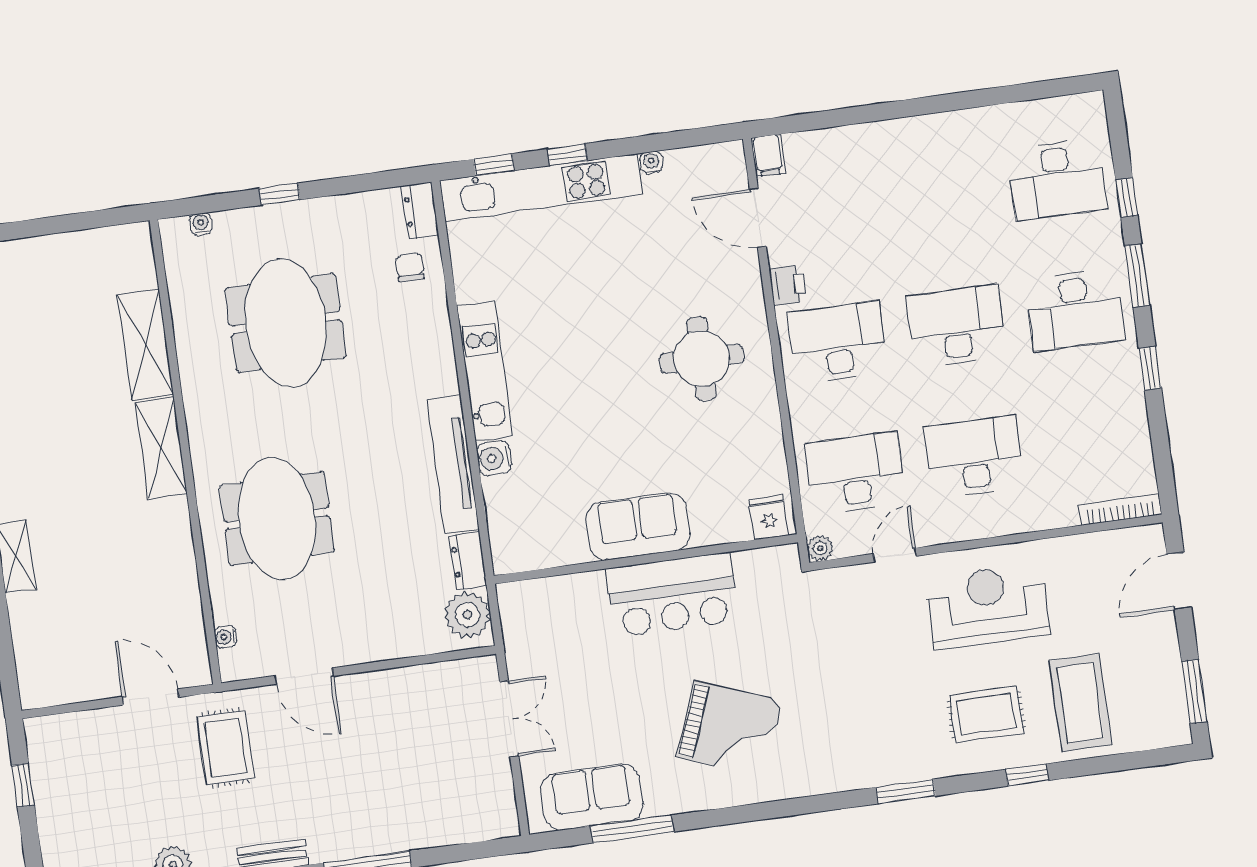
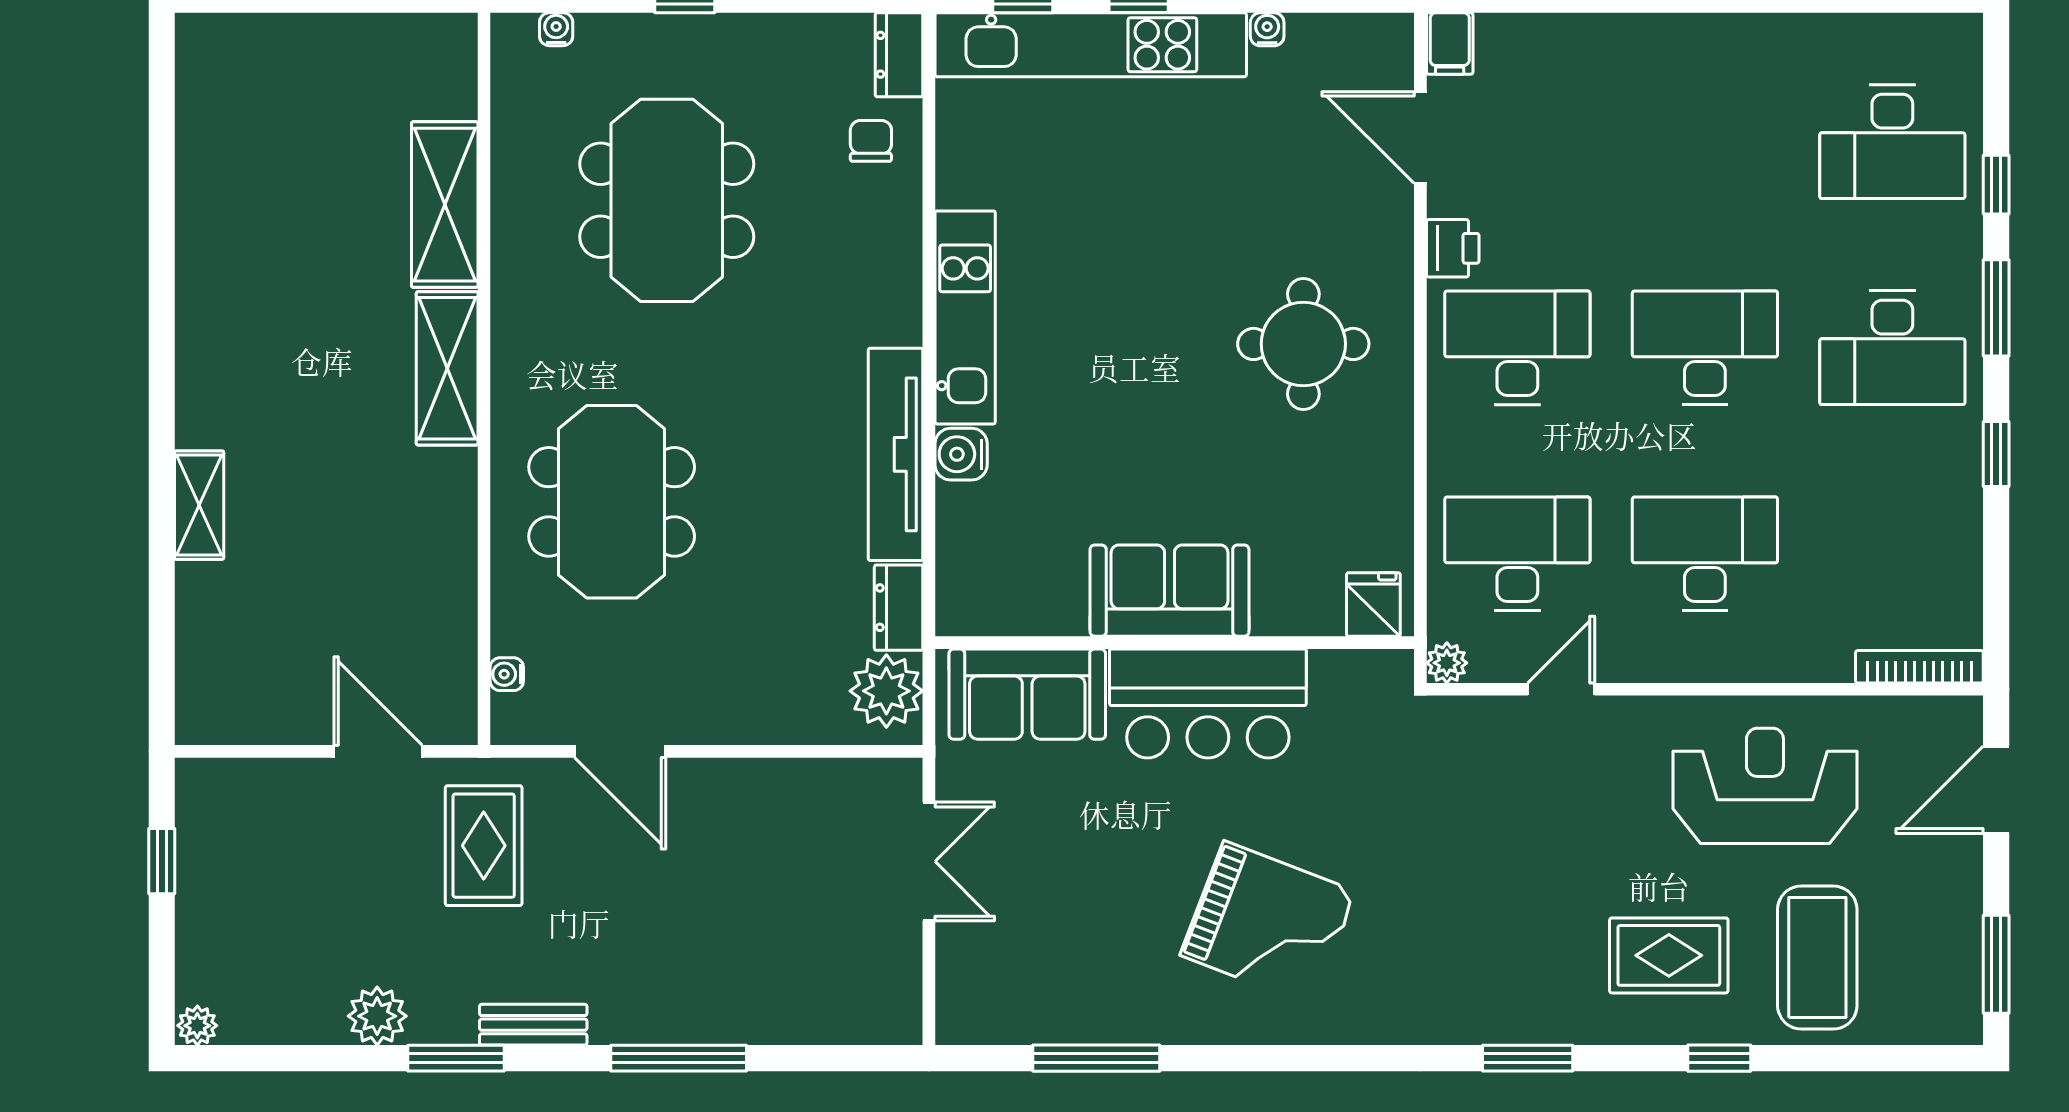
reception desk: (988, 607) -> (1765, 786), moved
sofa: (592, 797) -> (1027, 694), moved, turned 180

